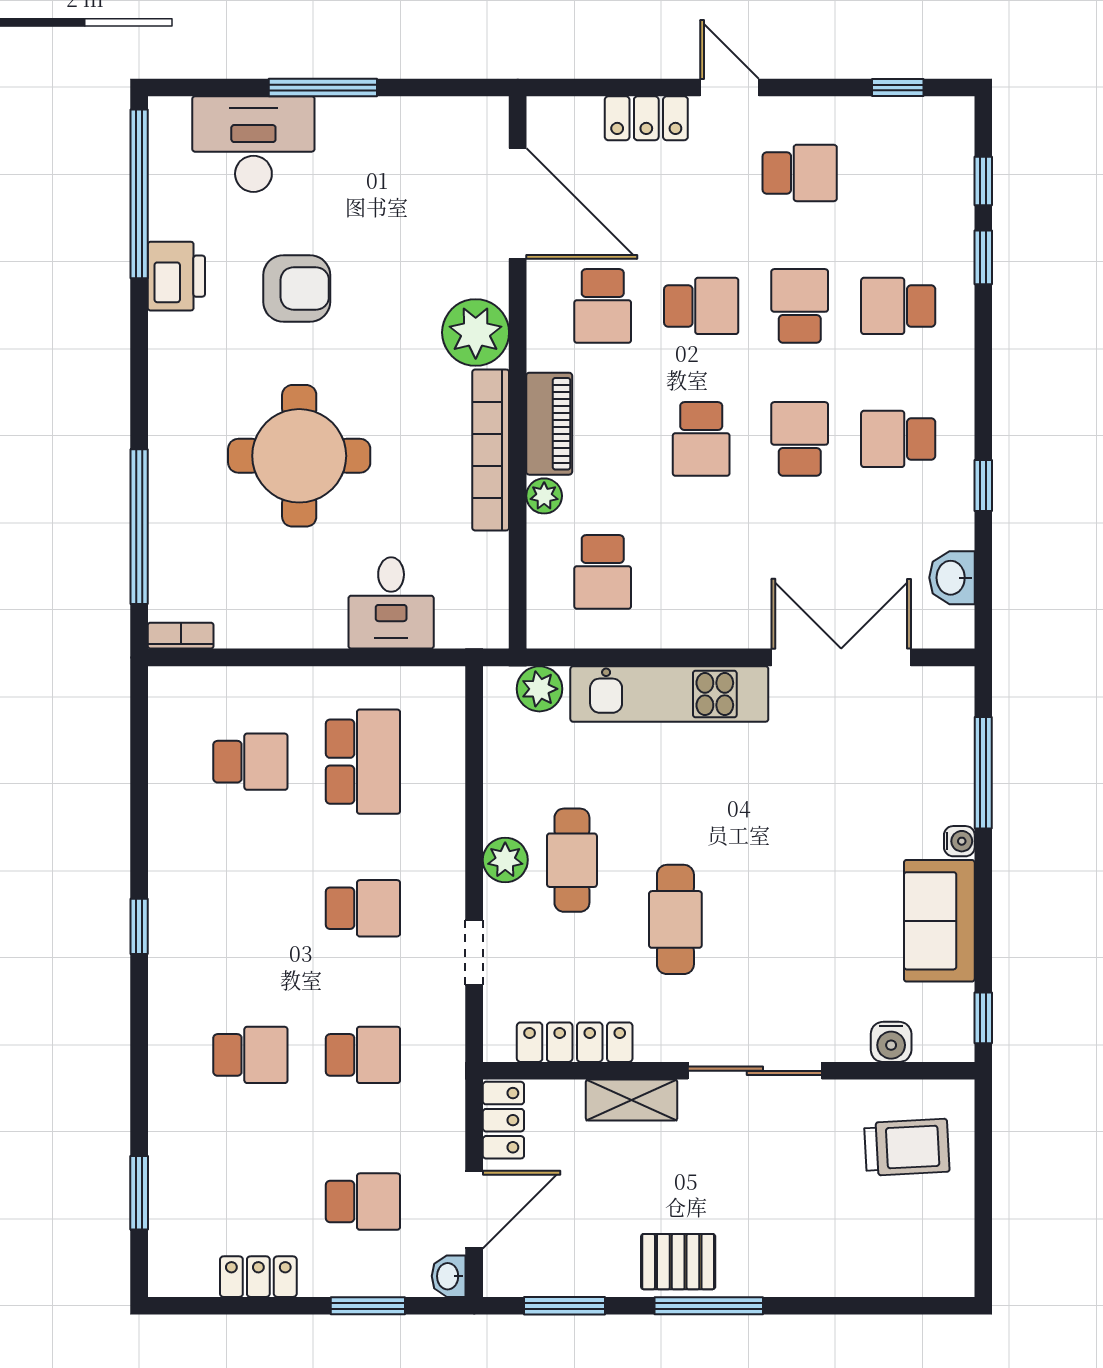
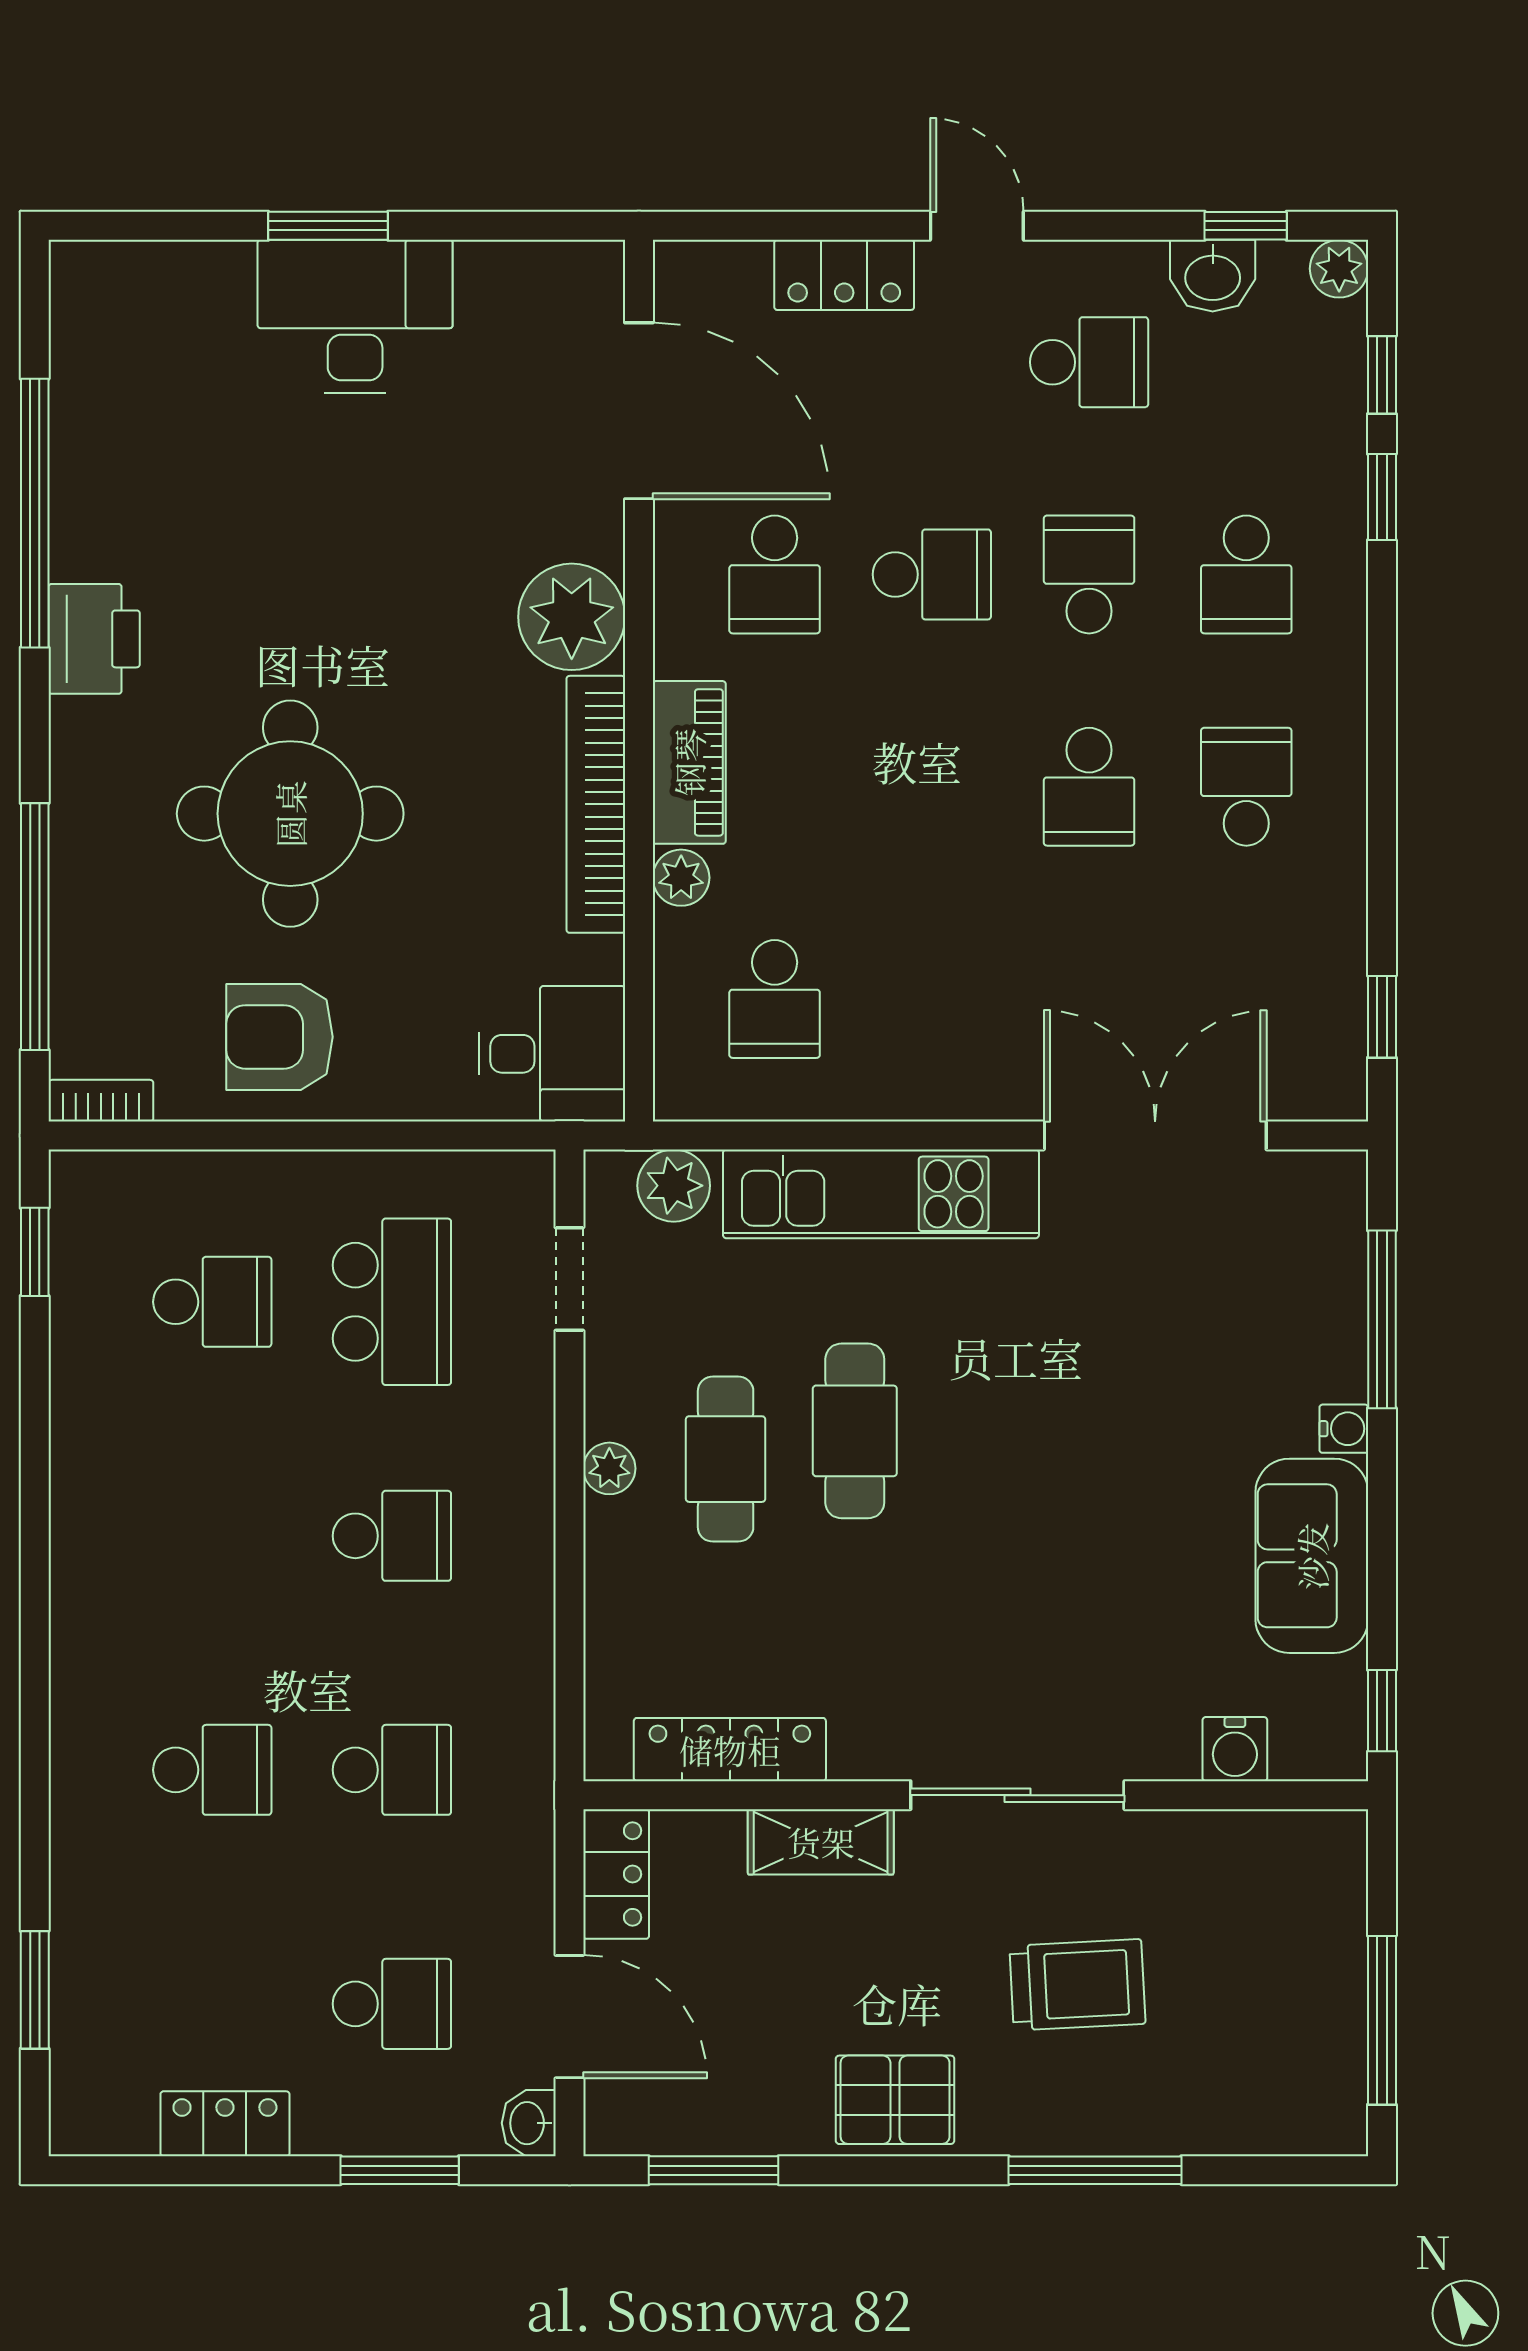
window: (323, 87) -> (328, 226), width x0.69
plant: (956, 114) -> (1339, 269), added
desk: (253, 144) -> (355, 316), moved
window: (139, 194) -> (35, 513), moved
printer: (176, 276) -> (94, 639), moved
armchair: (297, 288) -> (279, 1037), moved, turned 180
school desk: (898, 306) -> (1246, 574), turned -90
school desk: (701, 439) -> (932, 787), removed
school desk: (800, 439) -> (1089, 787), turned 180
school desk: (898, 439) -> (1246, 787), turned 90
window: (983, 485) -> (1382, 1017), moved
washbasin: (952, 578) -> (1213, 276), moved, turned -90
desk: (391, 603) -> (552, 1054), moved, turned -90
plant: (505, 860) -> (609, 1468), width x0.73, depth x0.73
cafe table: (675, 919) -> (855, 1431), moved
window: (139, 926) -> (35, 1252), moved
doorway: (474, 953) -> (569, 1279), moved
trolley: (907, 1147) -> (1077, 1985), moved
door: (474, 1210) -> (569, 2017), hinge flipped
window: (983, 1212) -> (1382, 2020), added
window: (709, 1306) -> (1095, 2170), moved

